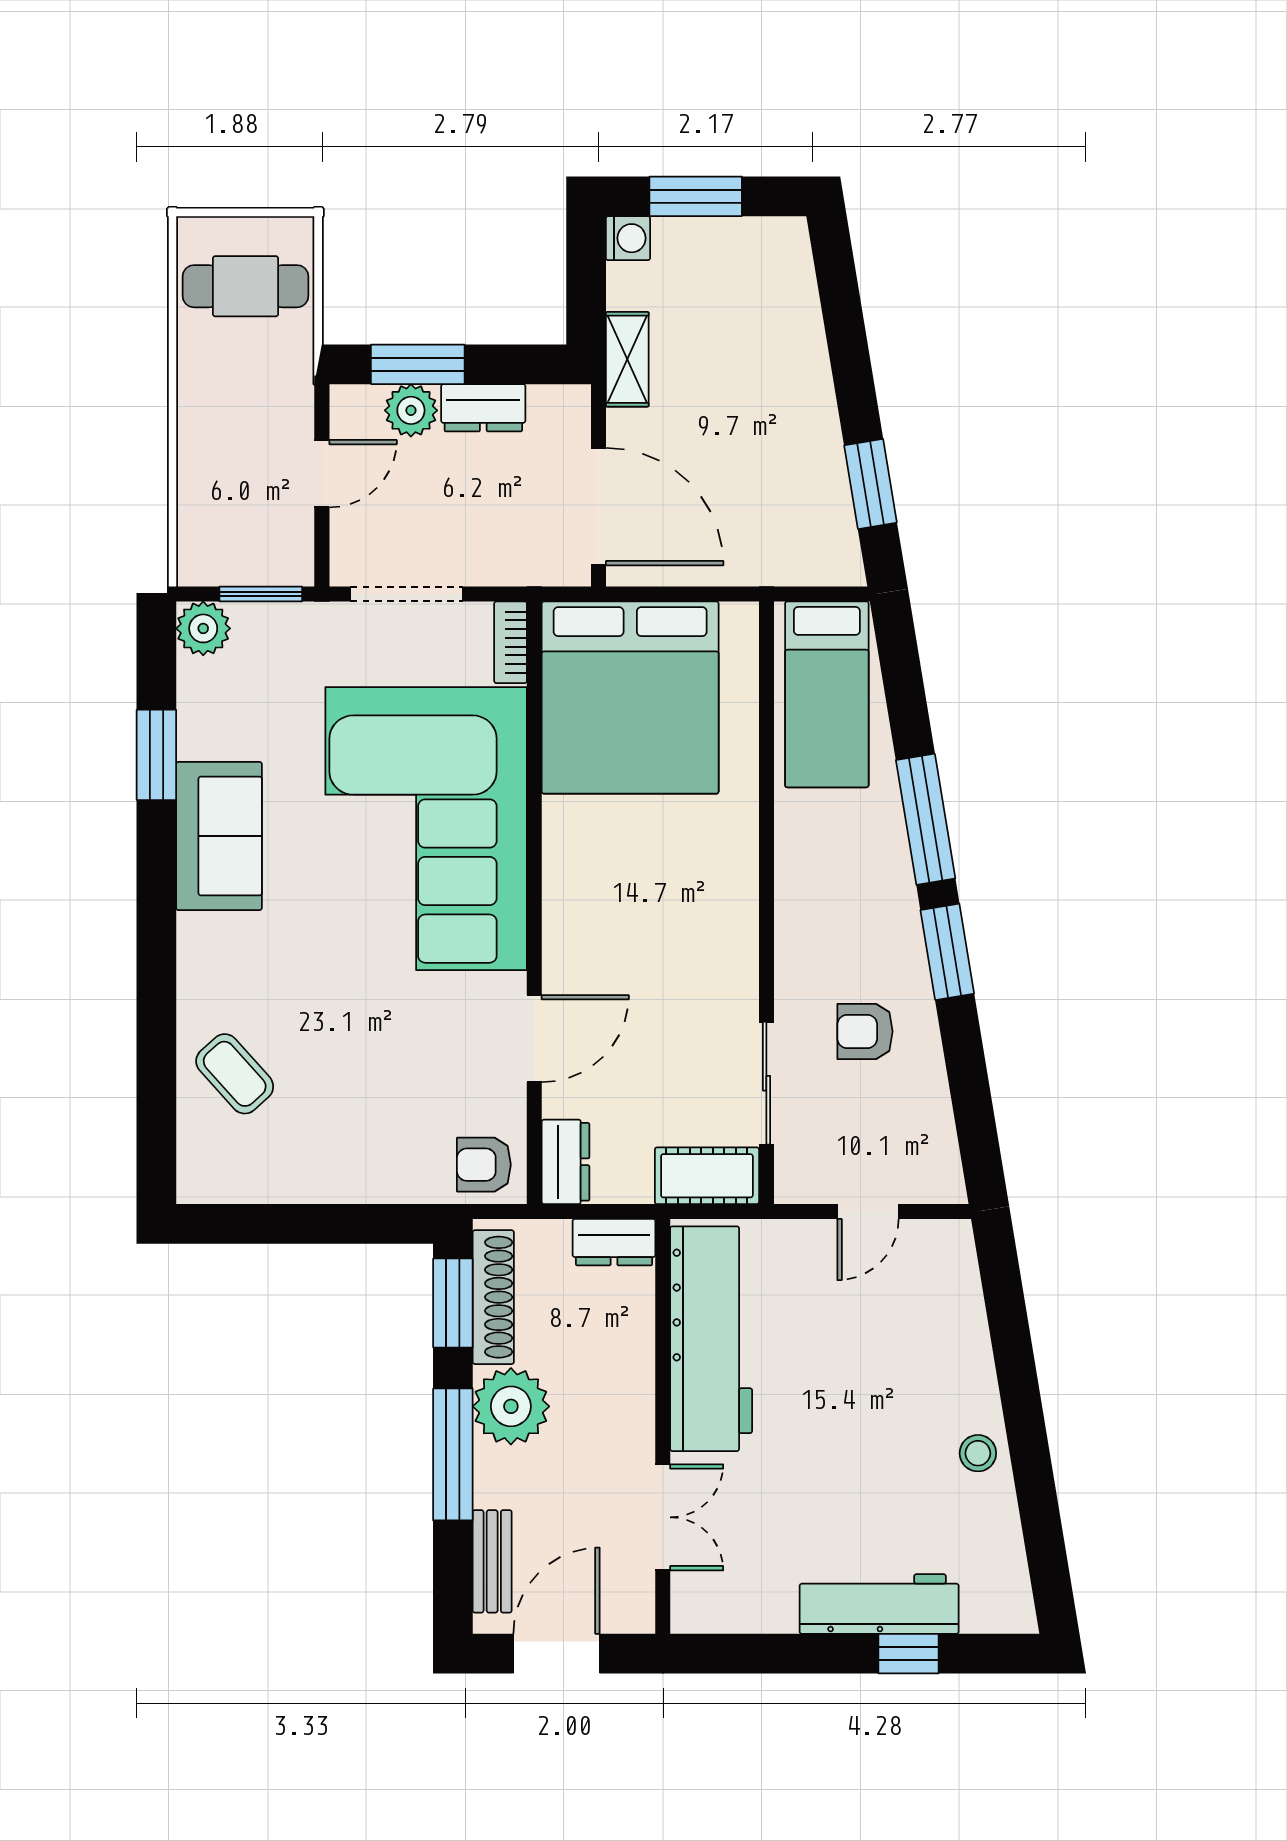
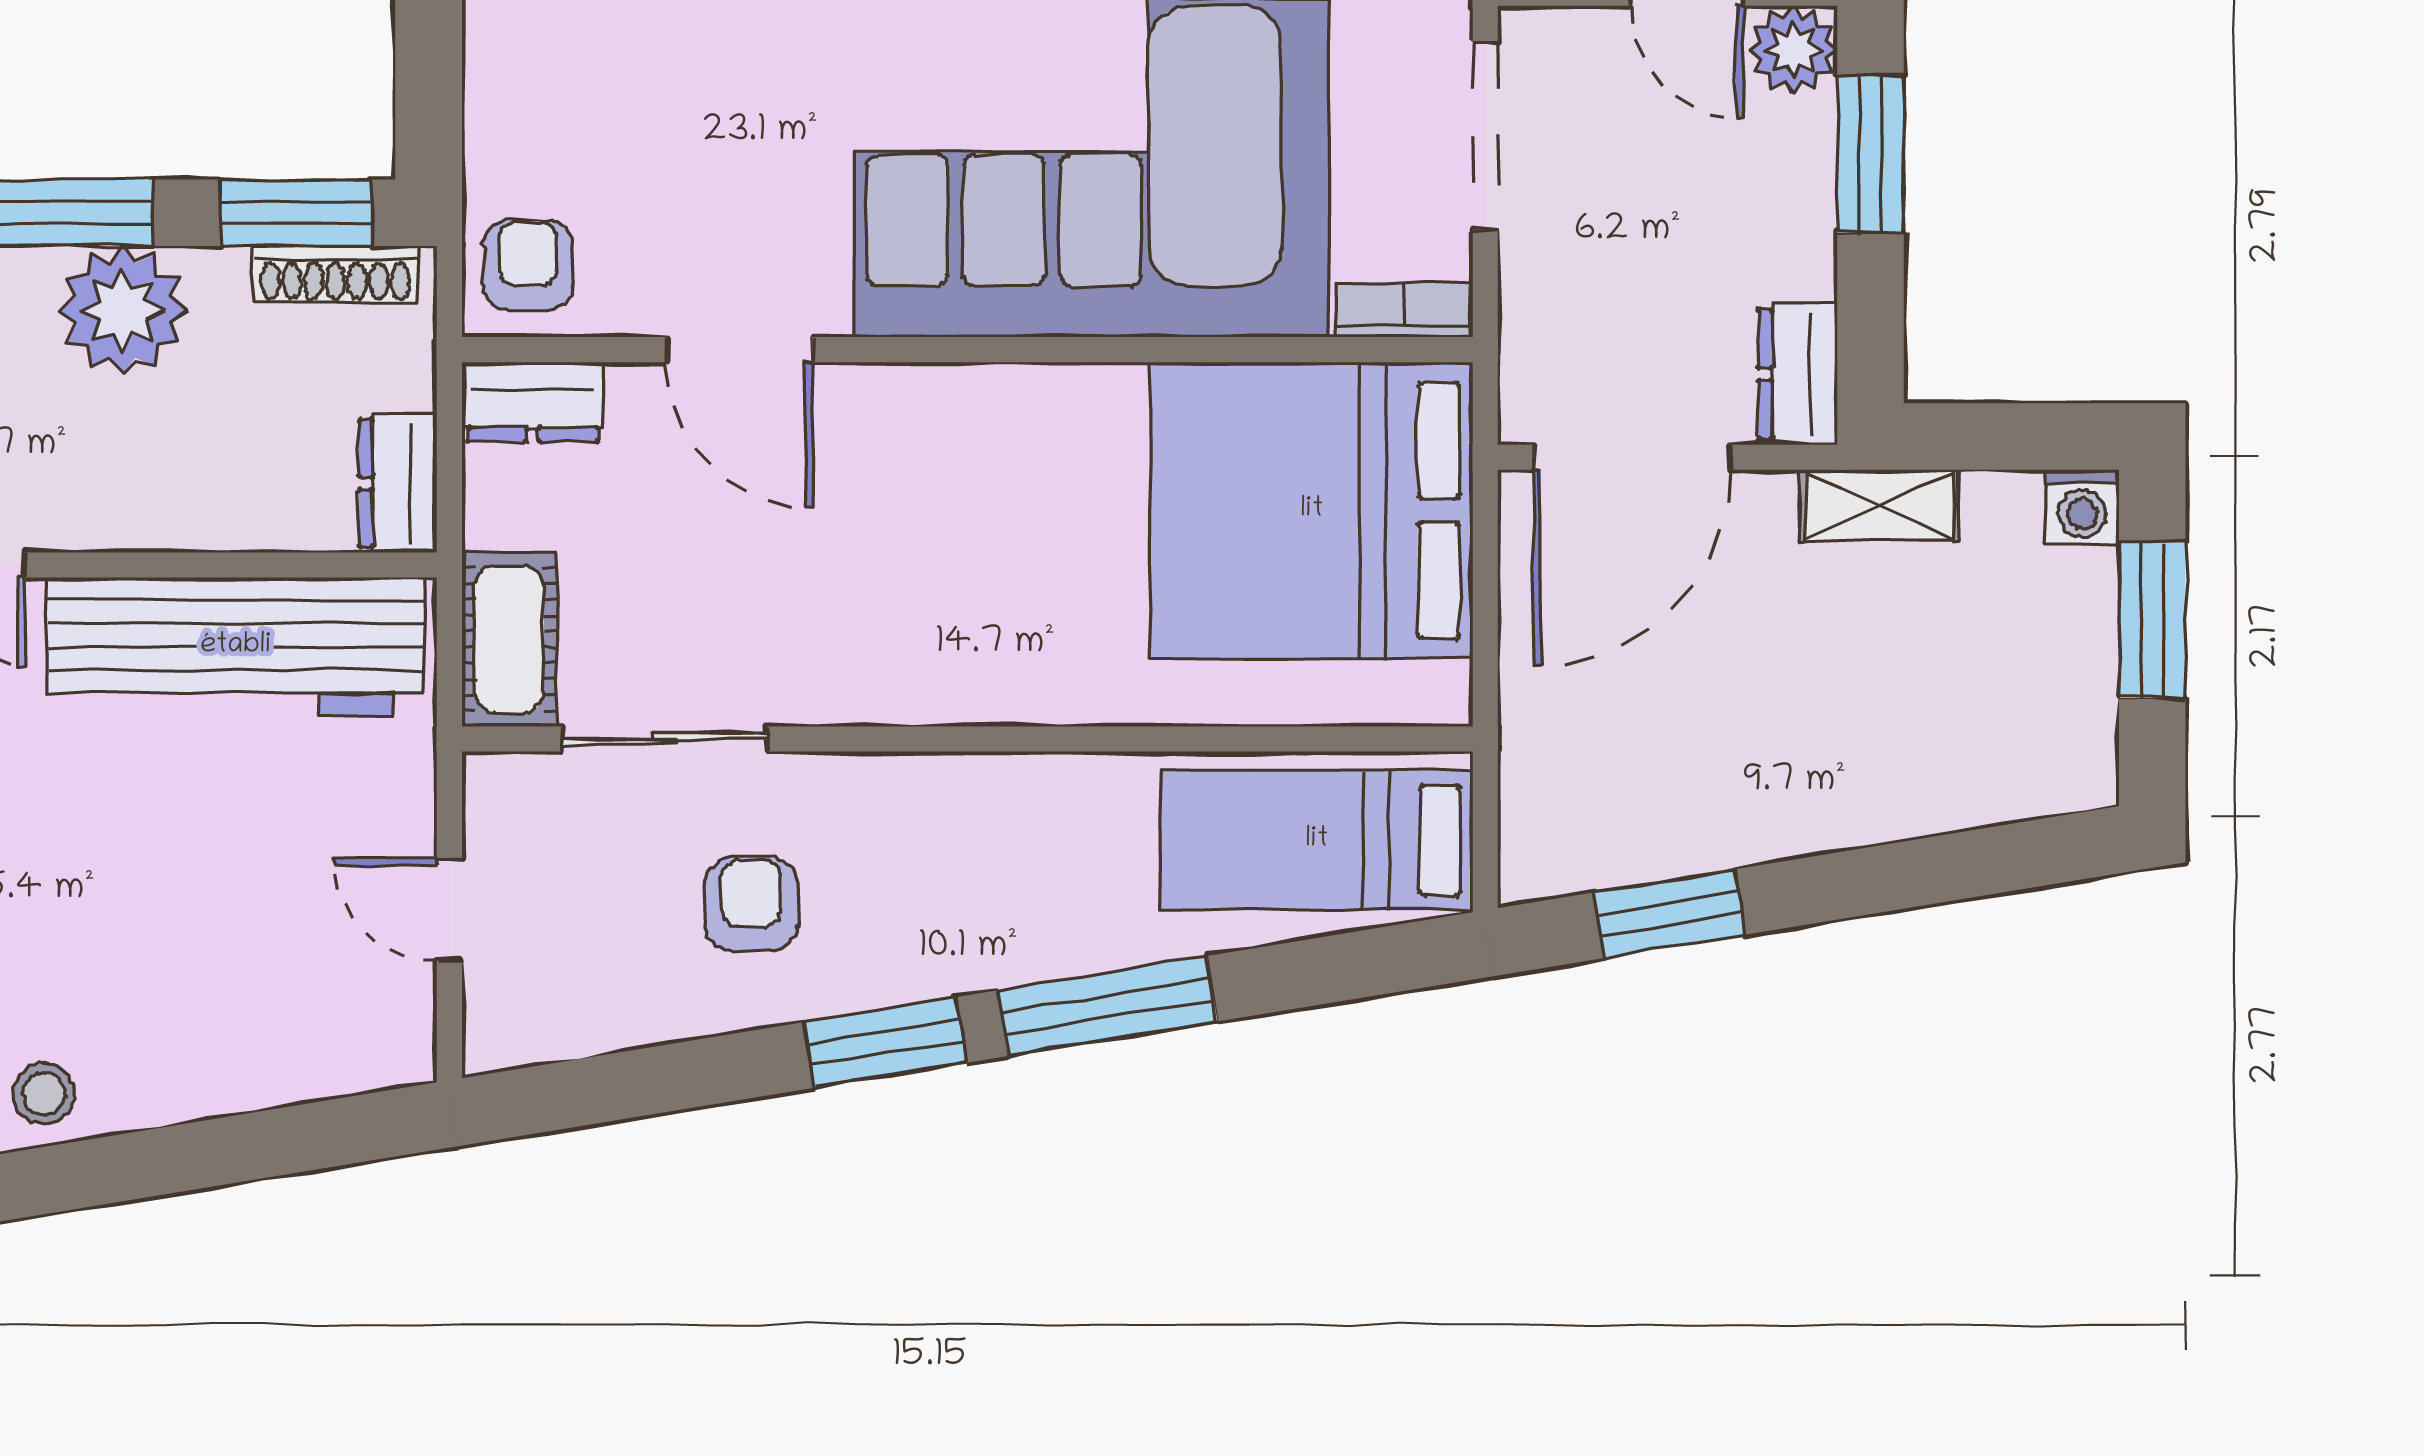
dresser: (483, 408) -> (1798, 374), moved
plant: (411, 410) -> (1793, 50), moved
shoe rack: (493, 1297) -> (335, 274), width x0.74, depth x0.81

